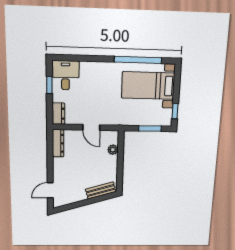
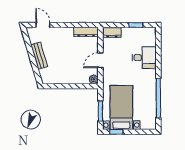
desk: (65, 75) -> (144, 58), moved
bed with nightstands: (148, 86) -> (121, 107), moved
plant: (113, 150) -> (94, 79), moved
bench: (101, 190) -> (39, 56), moved

